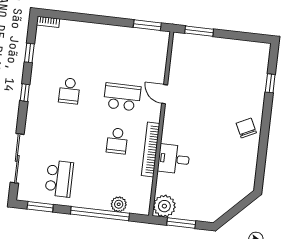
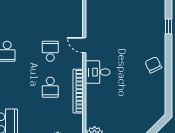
school desk: (122, 97) -> (50, 51), width x0.54
desk: (174, 159) -> (98, 72), moved

